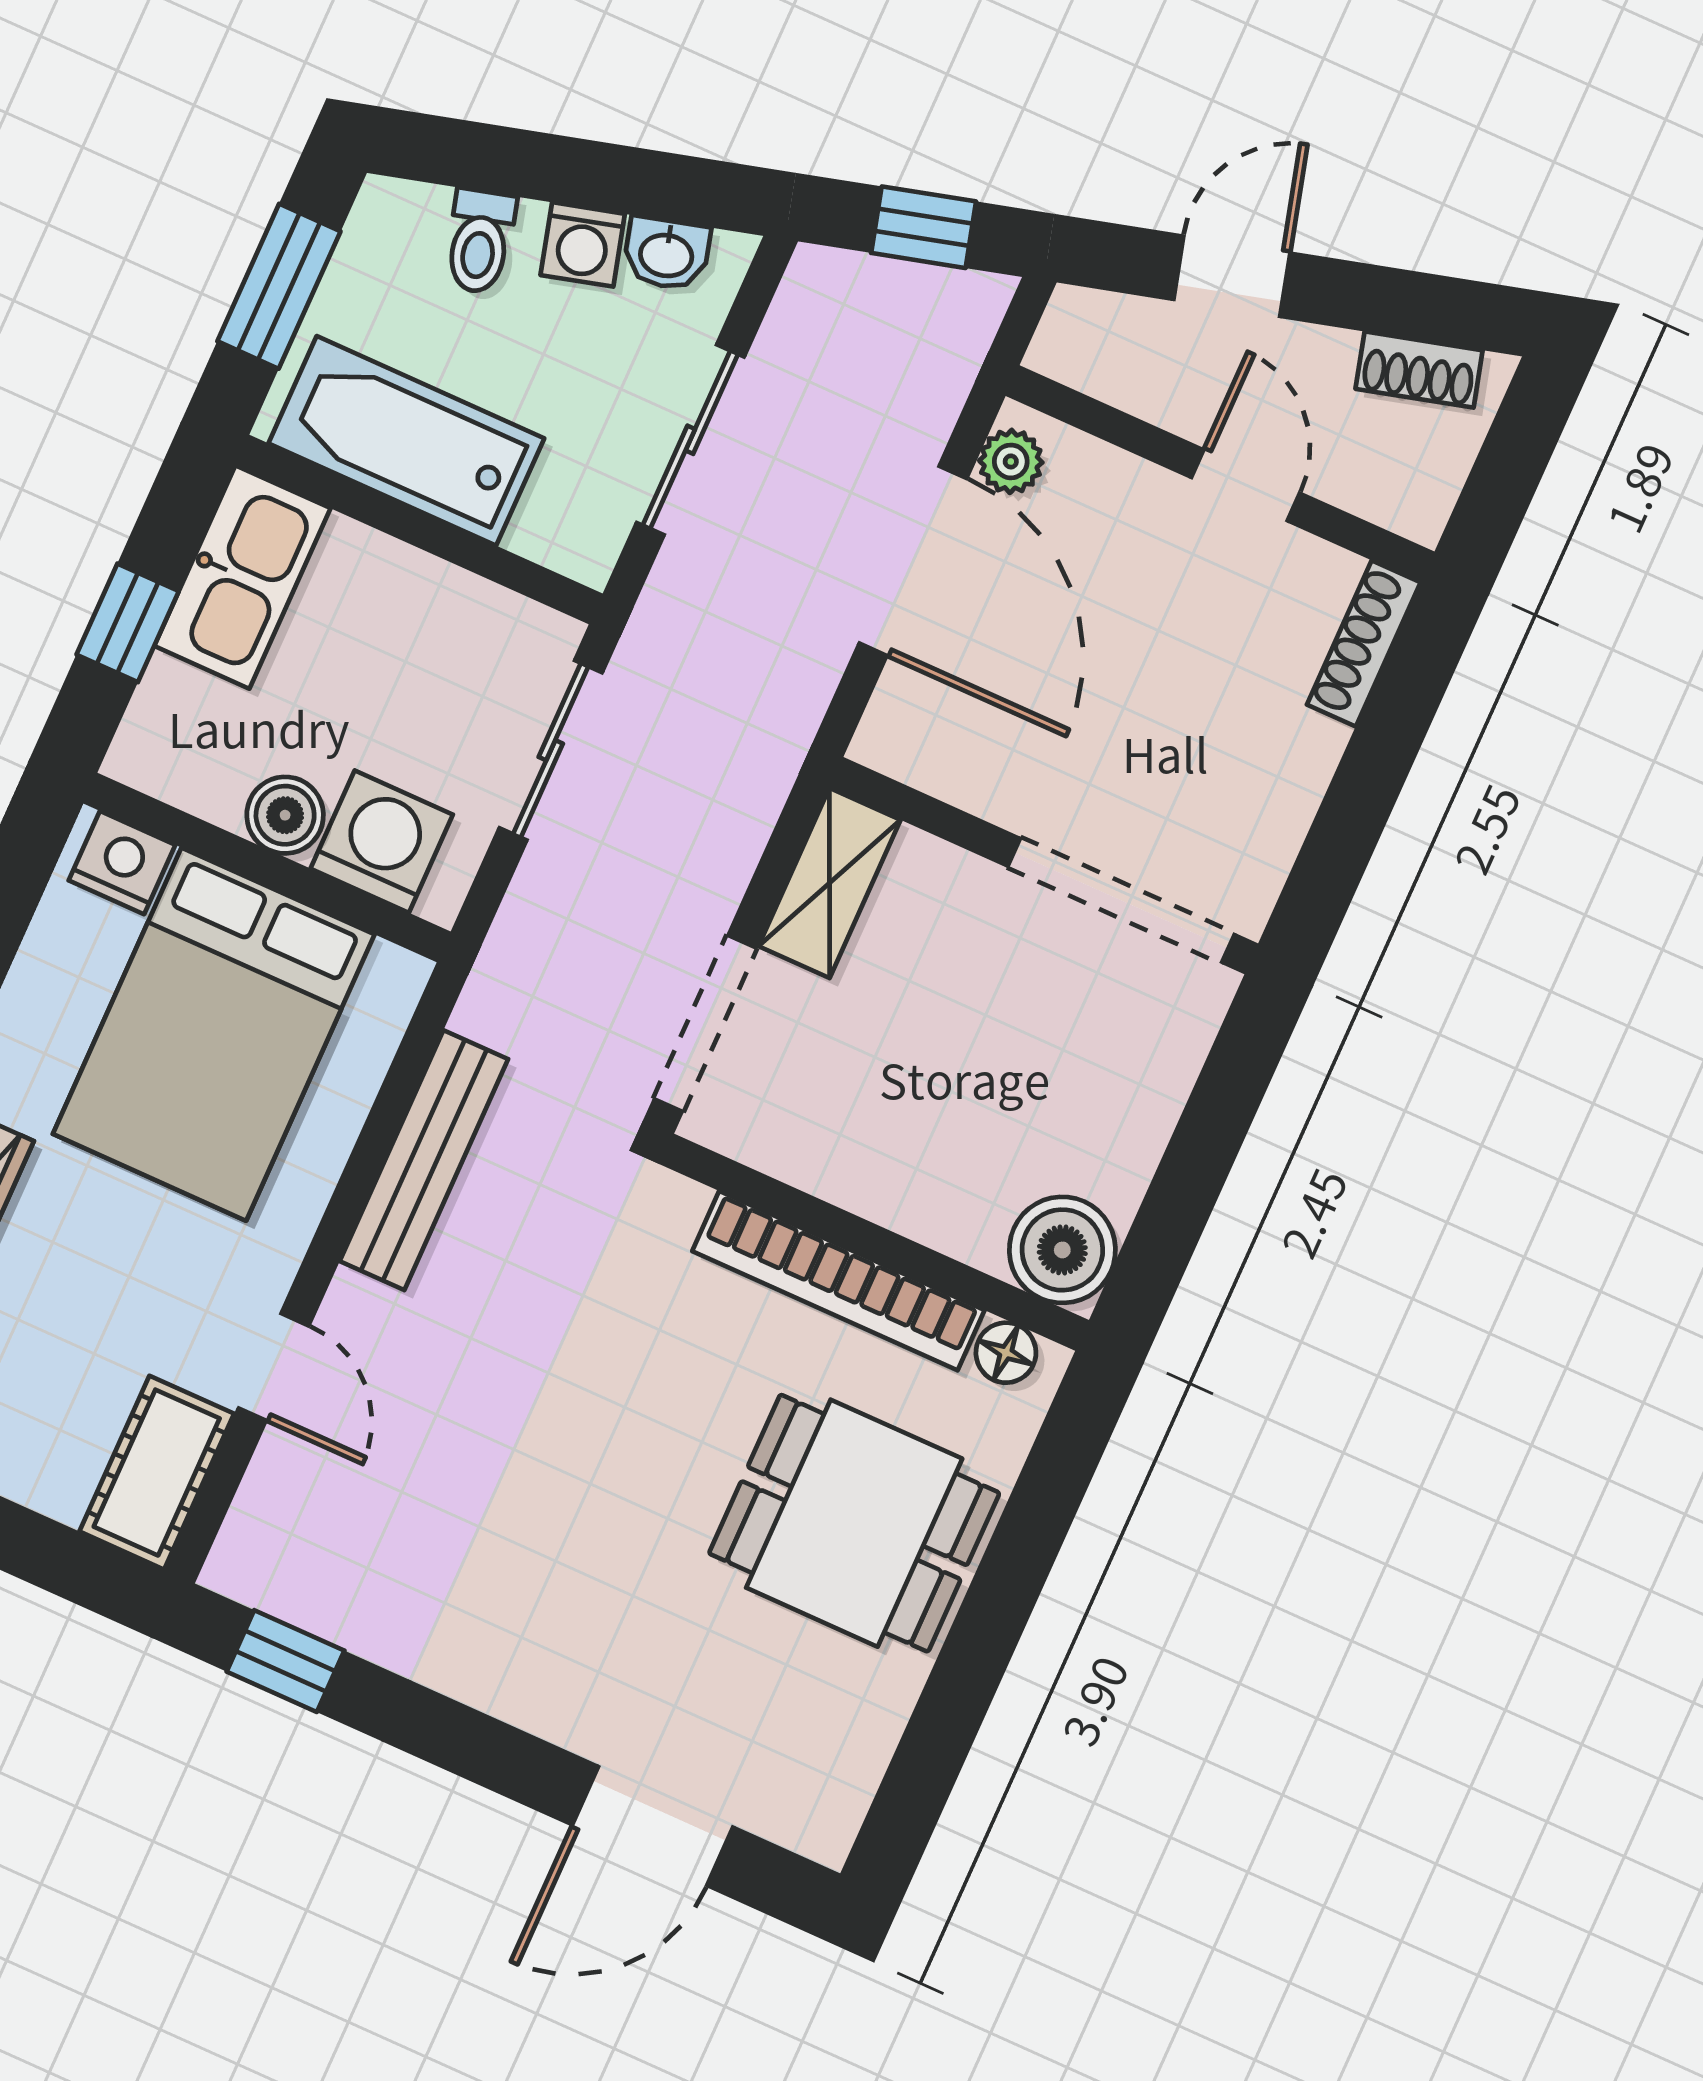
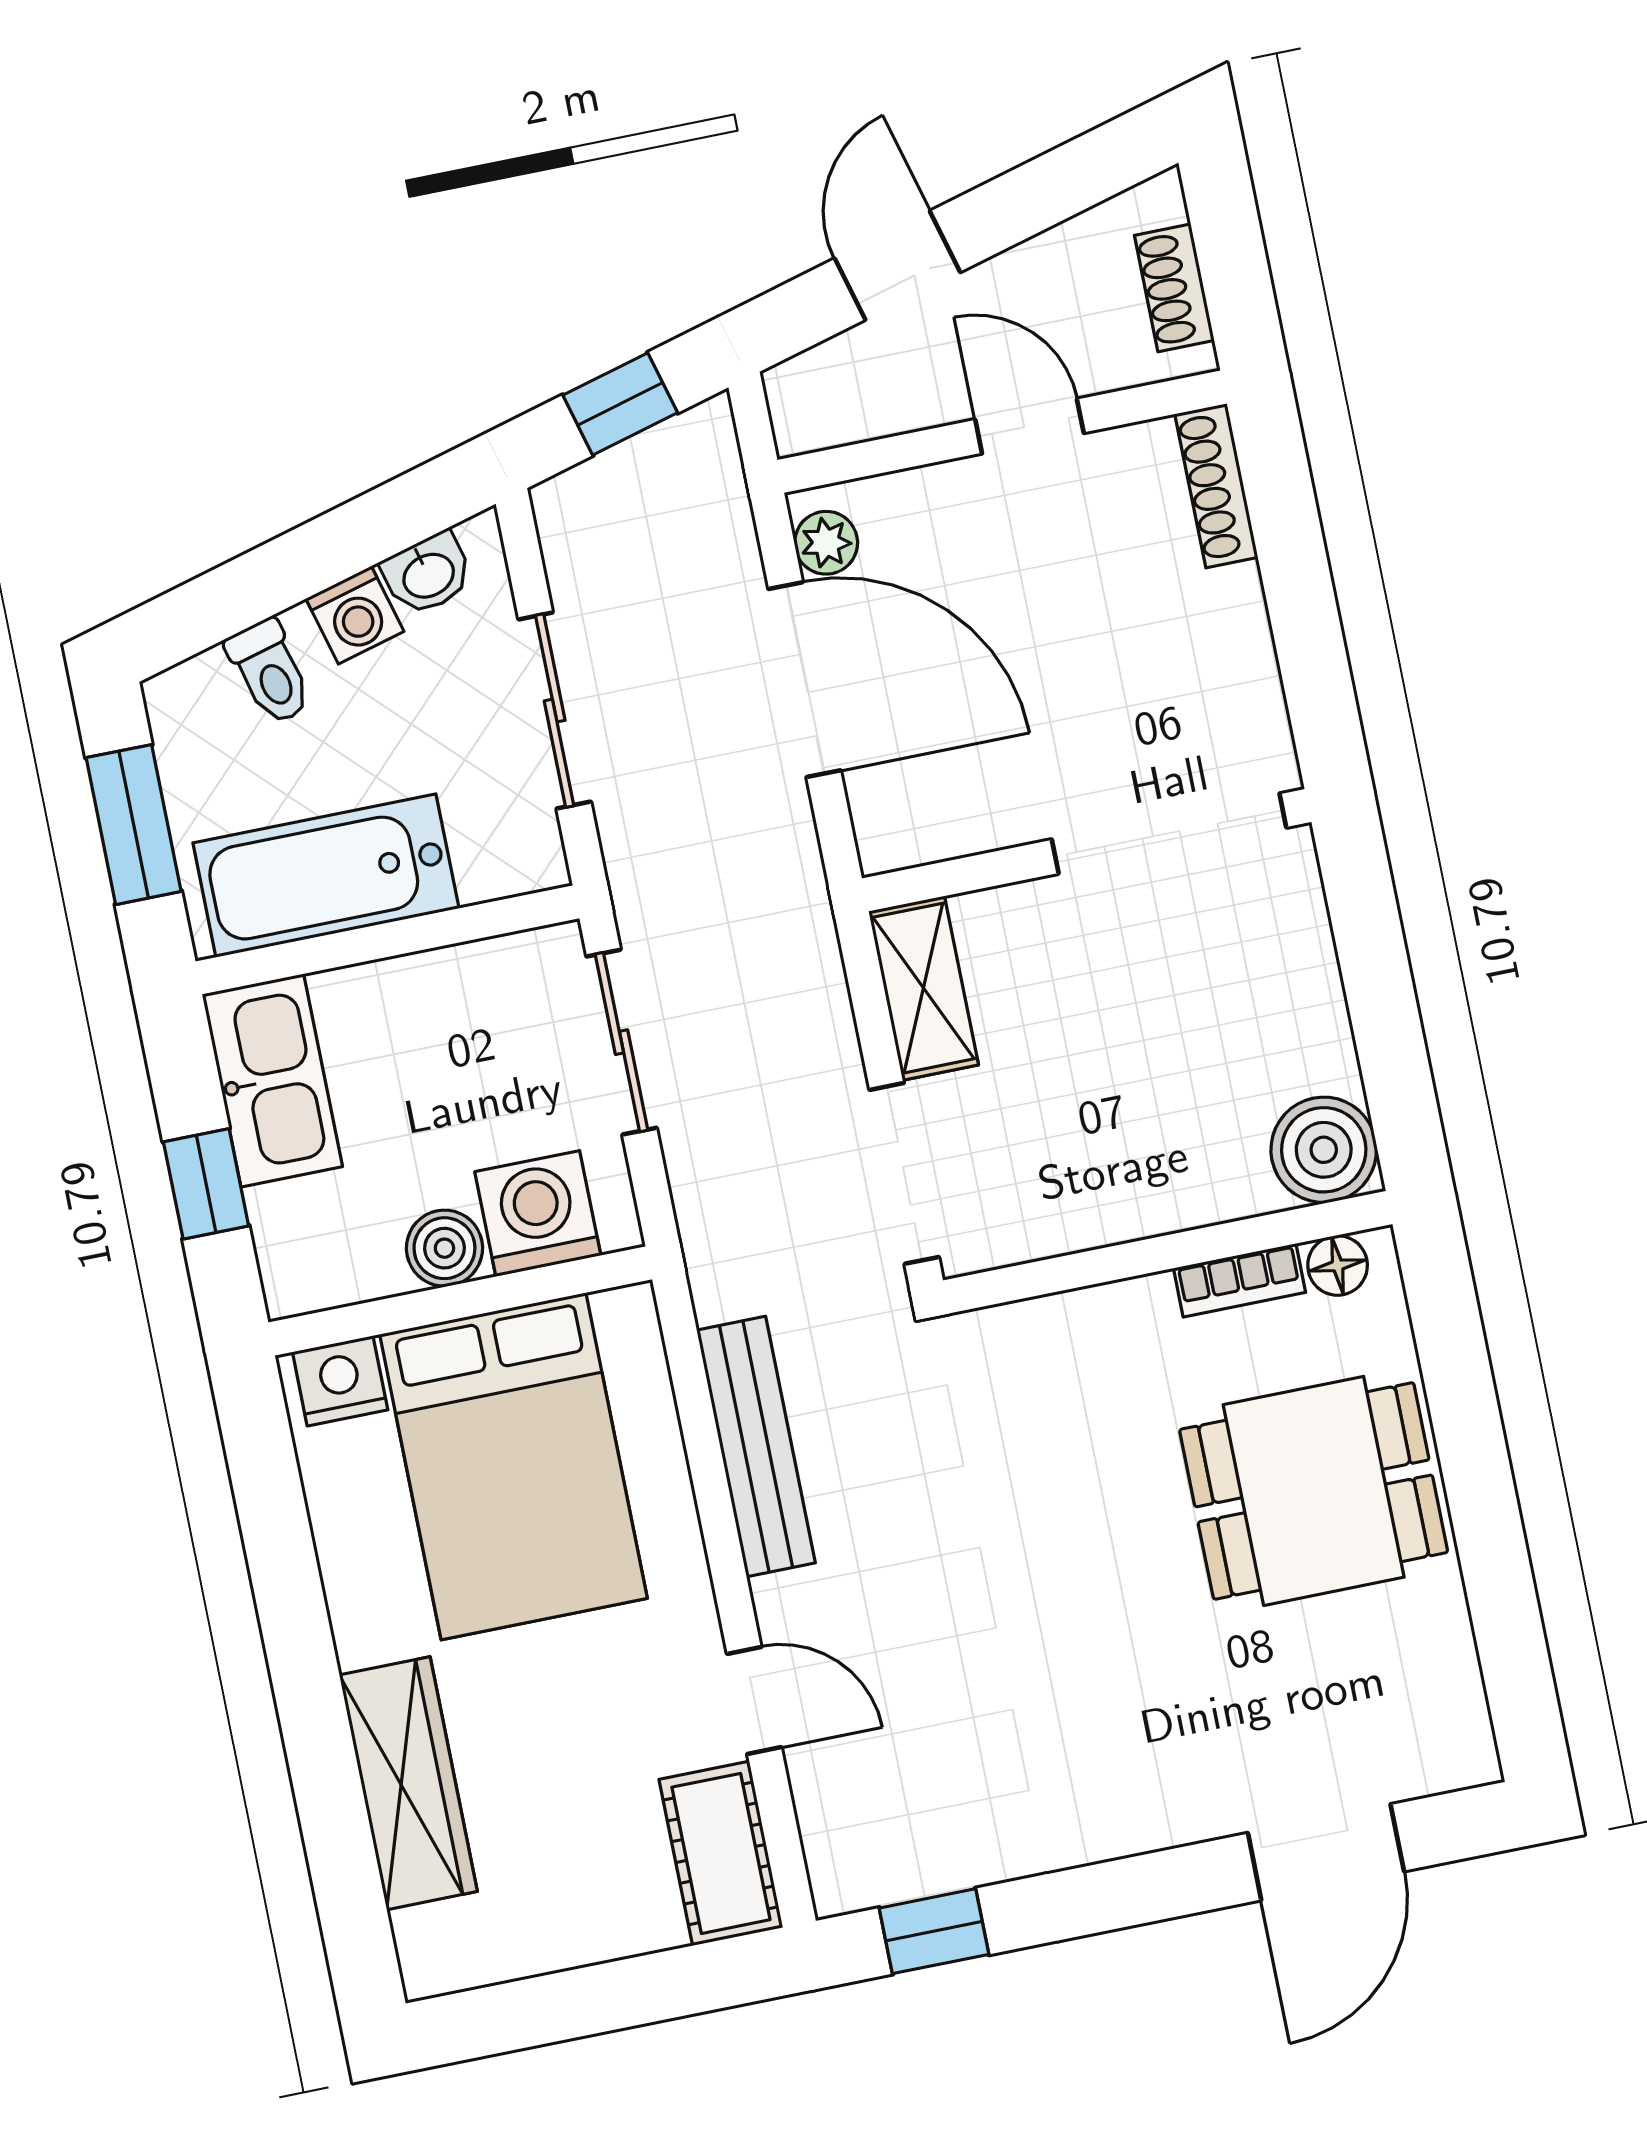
shoe rack: (1419, 370) -> (1174, 288), moved, turned 105
bookcase: (838, 1281) -> (1240, 1280), width x0.43, depth x0.76

